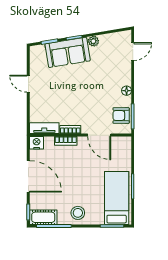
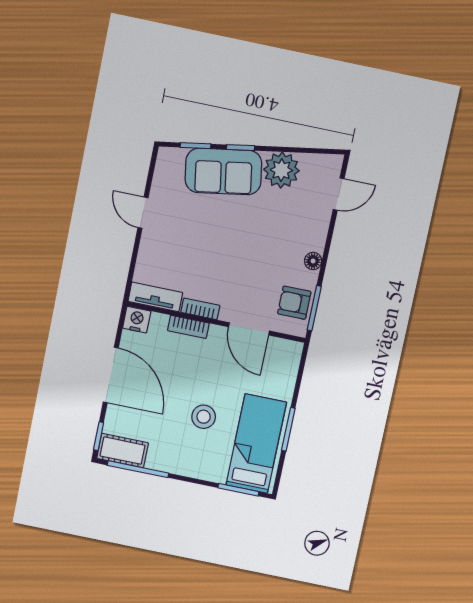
plant: (93, 41) -> (281, 170), width x1.87, depth x1.87
stool: (78, 213) -> (204, 417), moved

